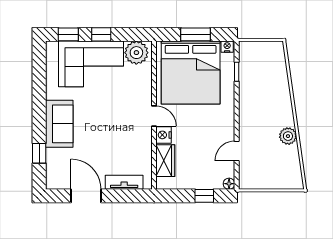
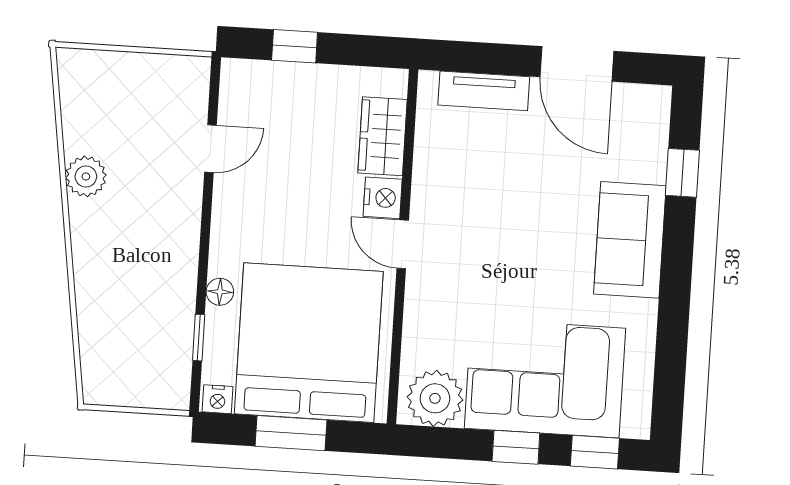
floor lamp: (229, 184) -> (220, 292), moved

